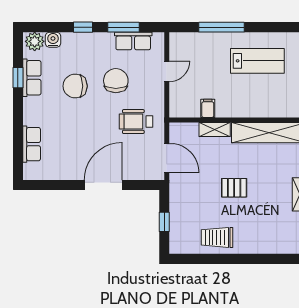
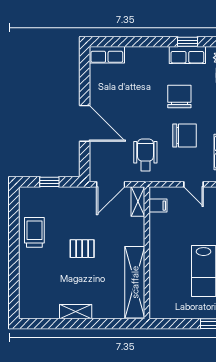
filing cabinet: (208, 108) -> (158, 206), moved
shelving: (215, 129) -> (138, 202), moved
row of seats: (32, 144) -> (107, 55), moved
pallet: (234, 188) -> (82, 249), turned 90

